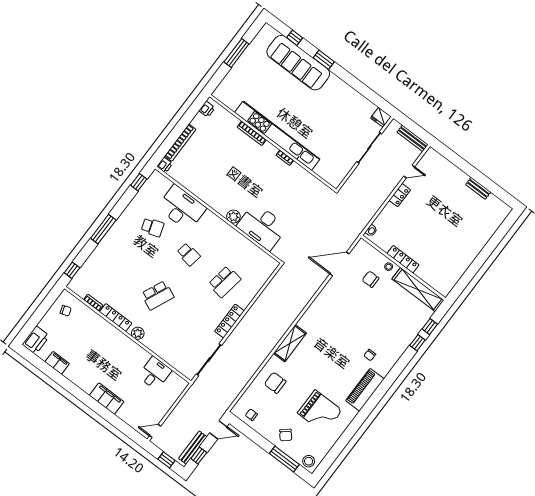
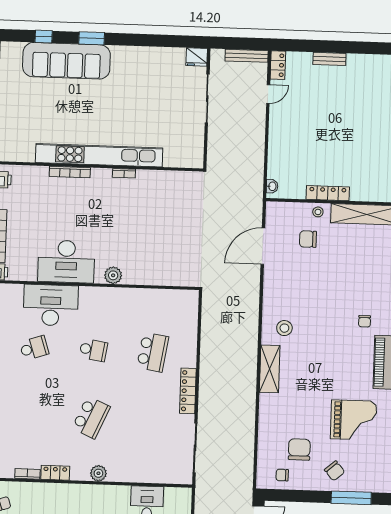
bench: (478, 188) -> (329, 59), moved
locker: (400, 195) -> (278, 65), moved
desk: (262, 227) -> (66, 261), moved
locker: (116, 317) -> (55, 473), width x0.66
chair: (275, 383) -> (299, 450), moved, turned 90
stool: (309, 461) -> (284, 328), moved

